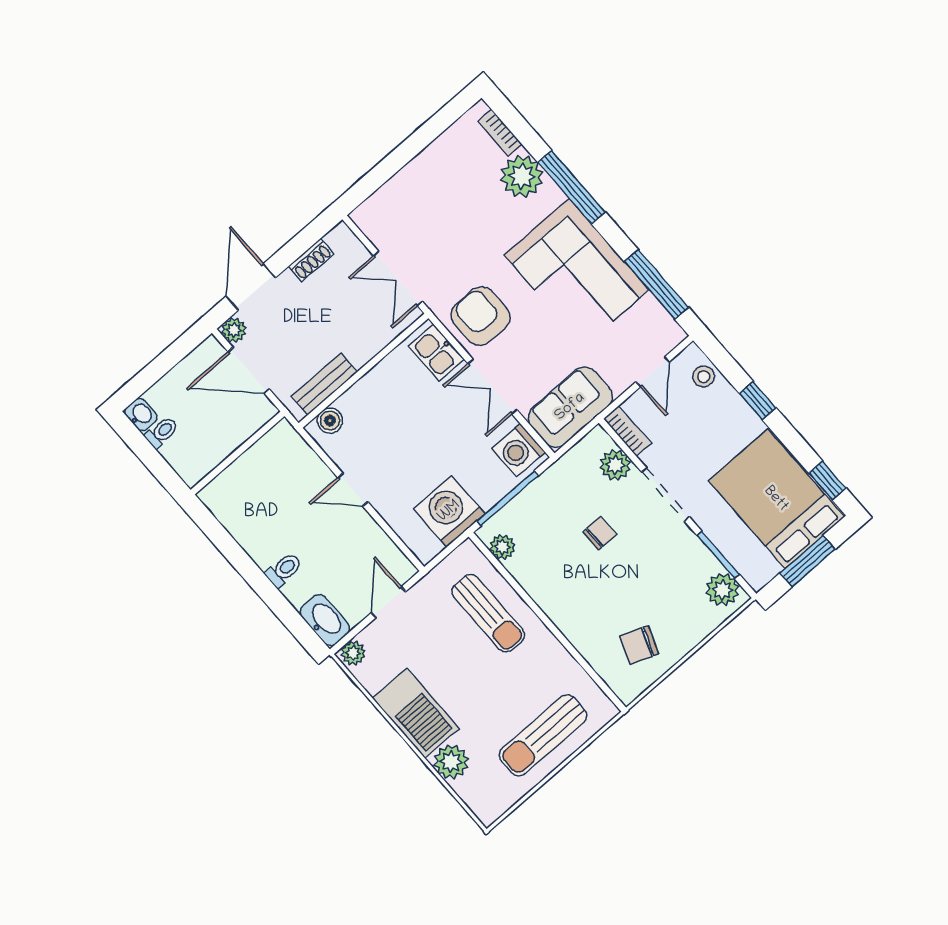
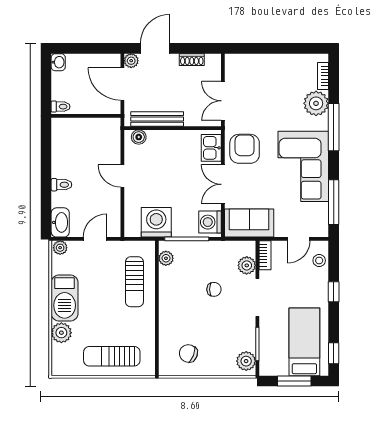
bench: (324, 384) -> (157, 119), width x1.36
toilet: (162, 432) -> (61, 107), moved
bed: (776, 499) -> (304, 342), width x0.67

